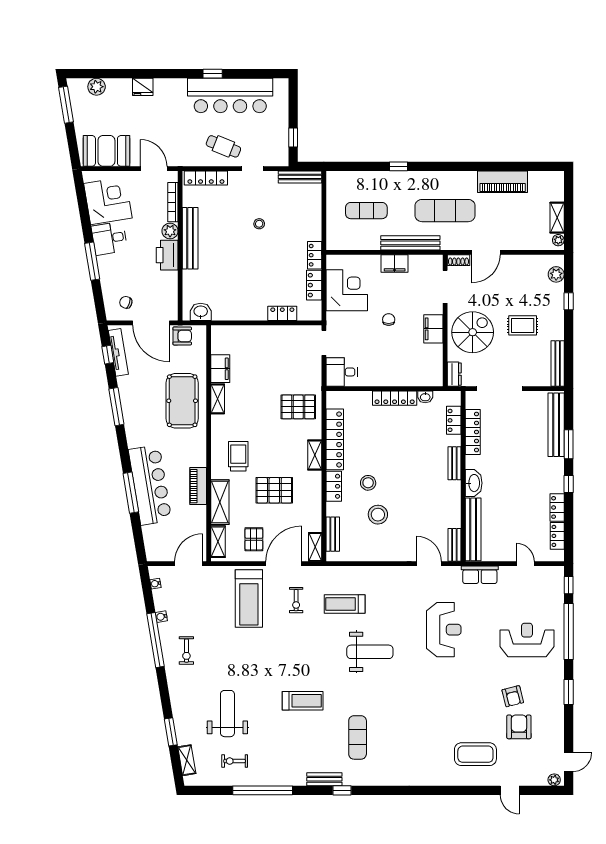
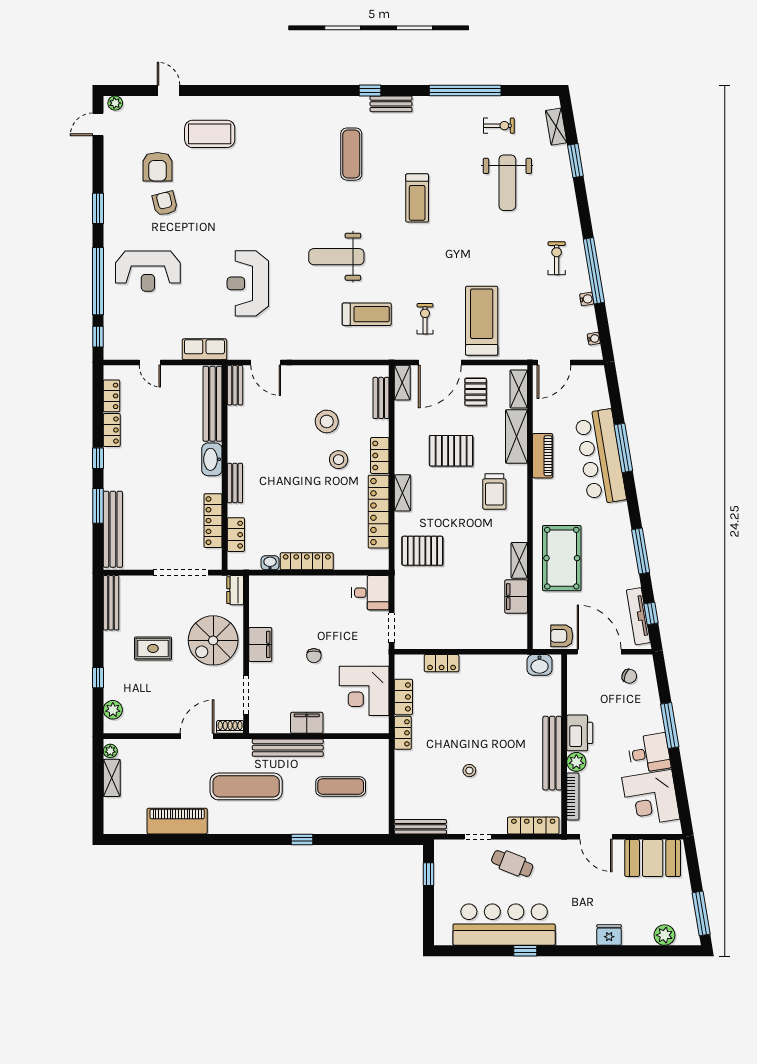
treadmill: (303, 701) -> (417, 198), turned -90

